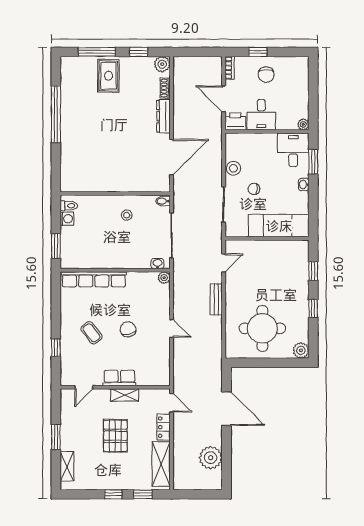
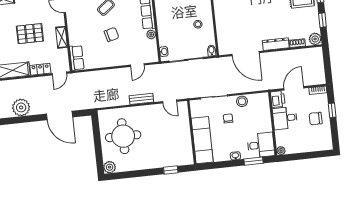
plant: (164, 278) -> (151, 34), moved
window: (313, 308) -> (142, 173), removed
door: (172, 328) -> (137, 65), moved
row of seats: (119, 378) -> (77, 58), moved
door: (226, 409) -> (59, 115), hinge flipped

